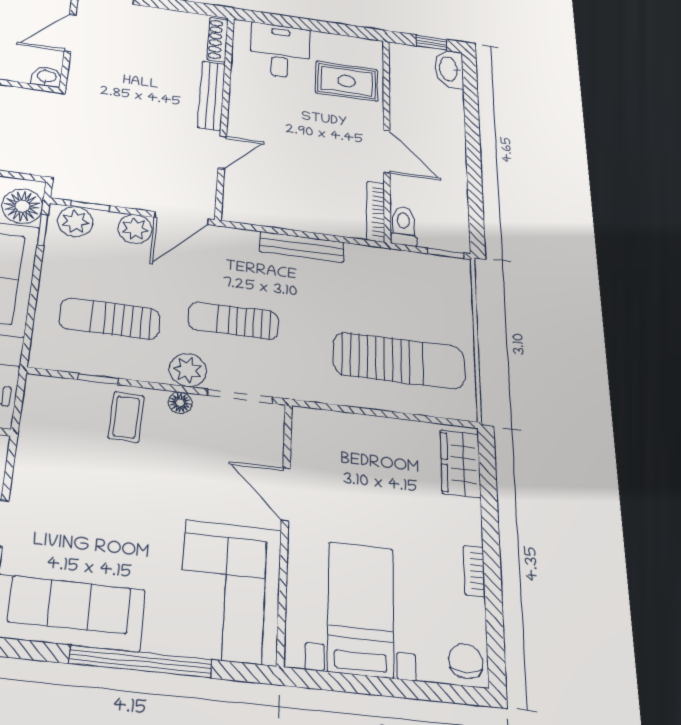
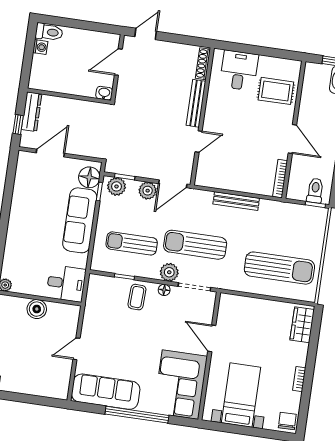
toilet: (403, 226) -> (315, 191), moved
sun lounger: (234, 321) -> (195, 245), width x1.36, depth x1.34

